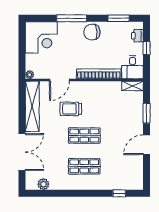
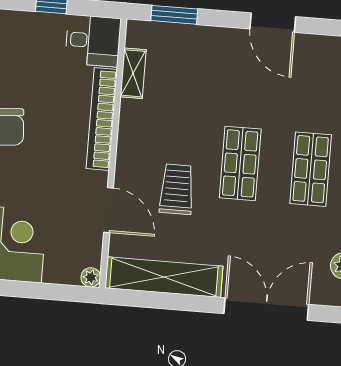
printer: (137, 36) -> (22, 24), removed
shelving: (132, 86) -> (133, 73), moved
trolley: (71, 109) -> (177, 189), turned 180
window: (147, 113) -> (174, 15), moved

